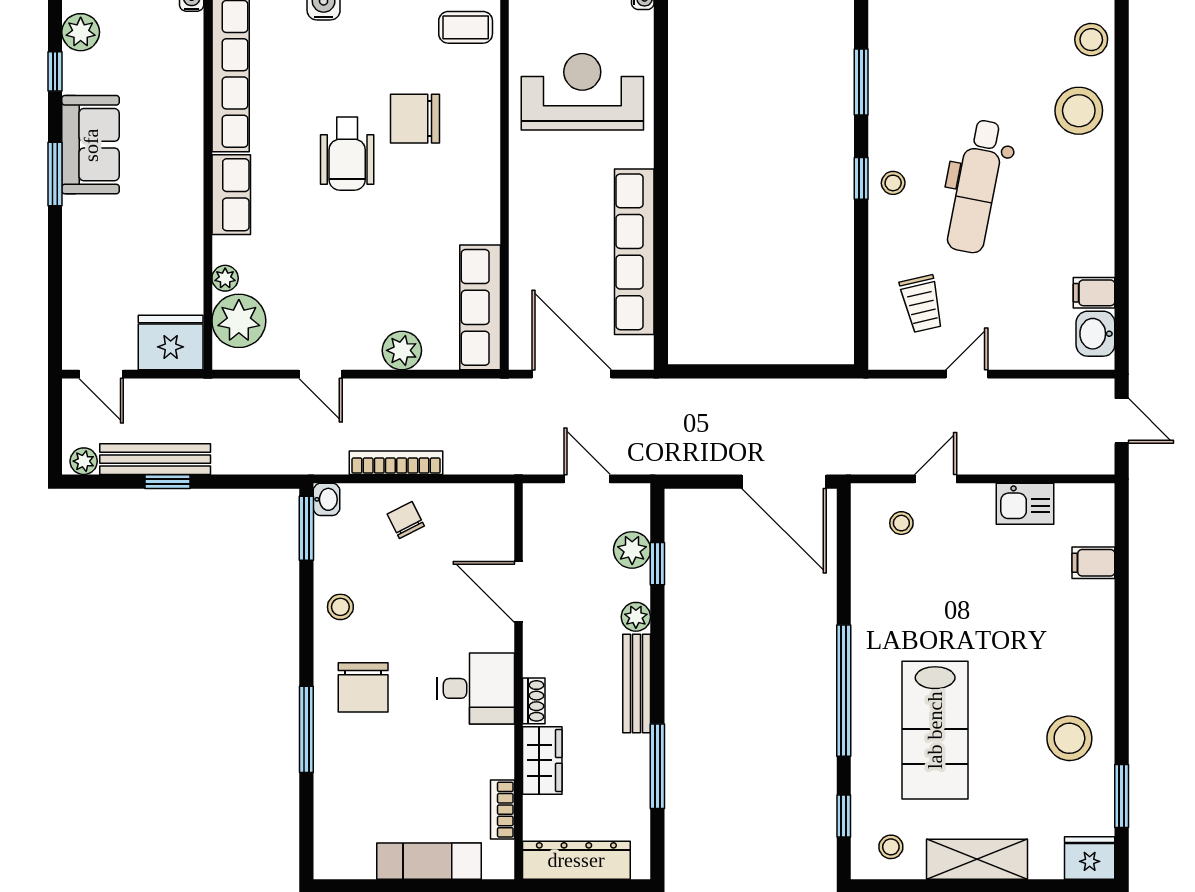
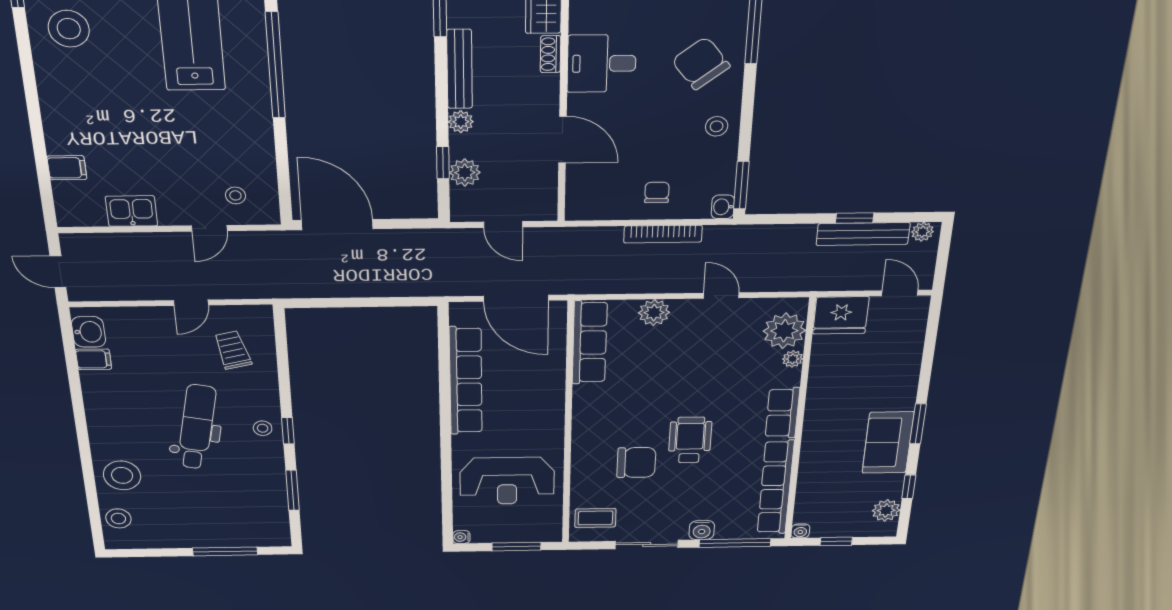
chair: (406, 520) -> (657, 192), turned -153
chair: (363, 687) -> (701, 63), turned -38

